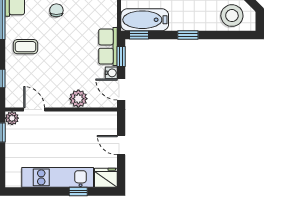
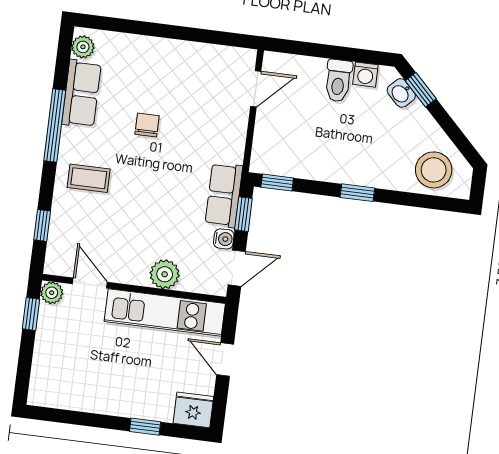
bathtub: (145, 20) -> (290, 159), removed
door: (121, 89) -> (237, 268), swing flipped
kitchen unit: (58, 177) -> (165, 313), moved, turned 180

